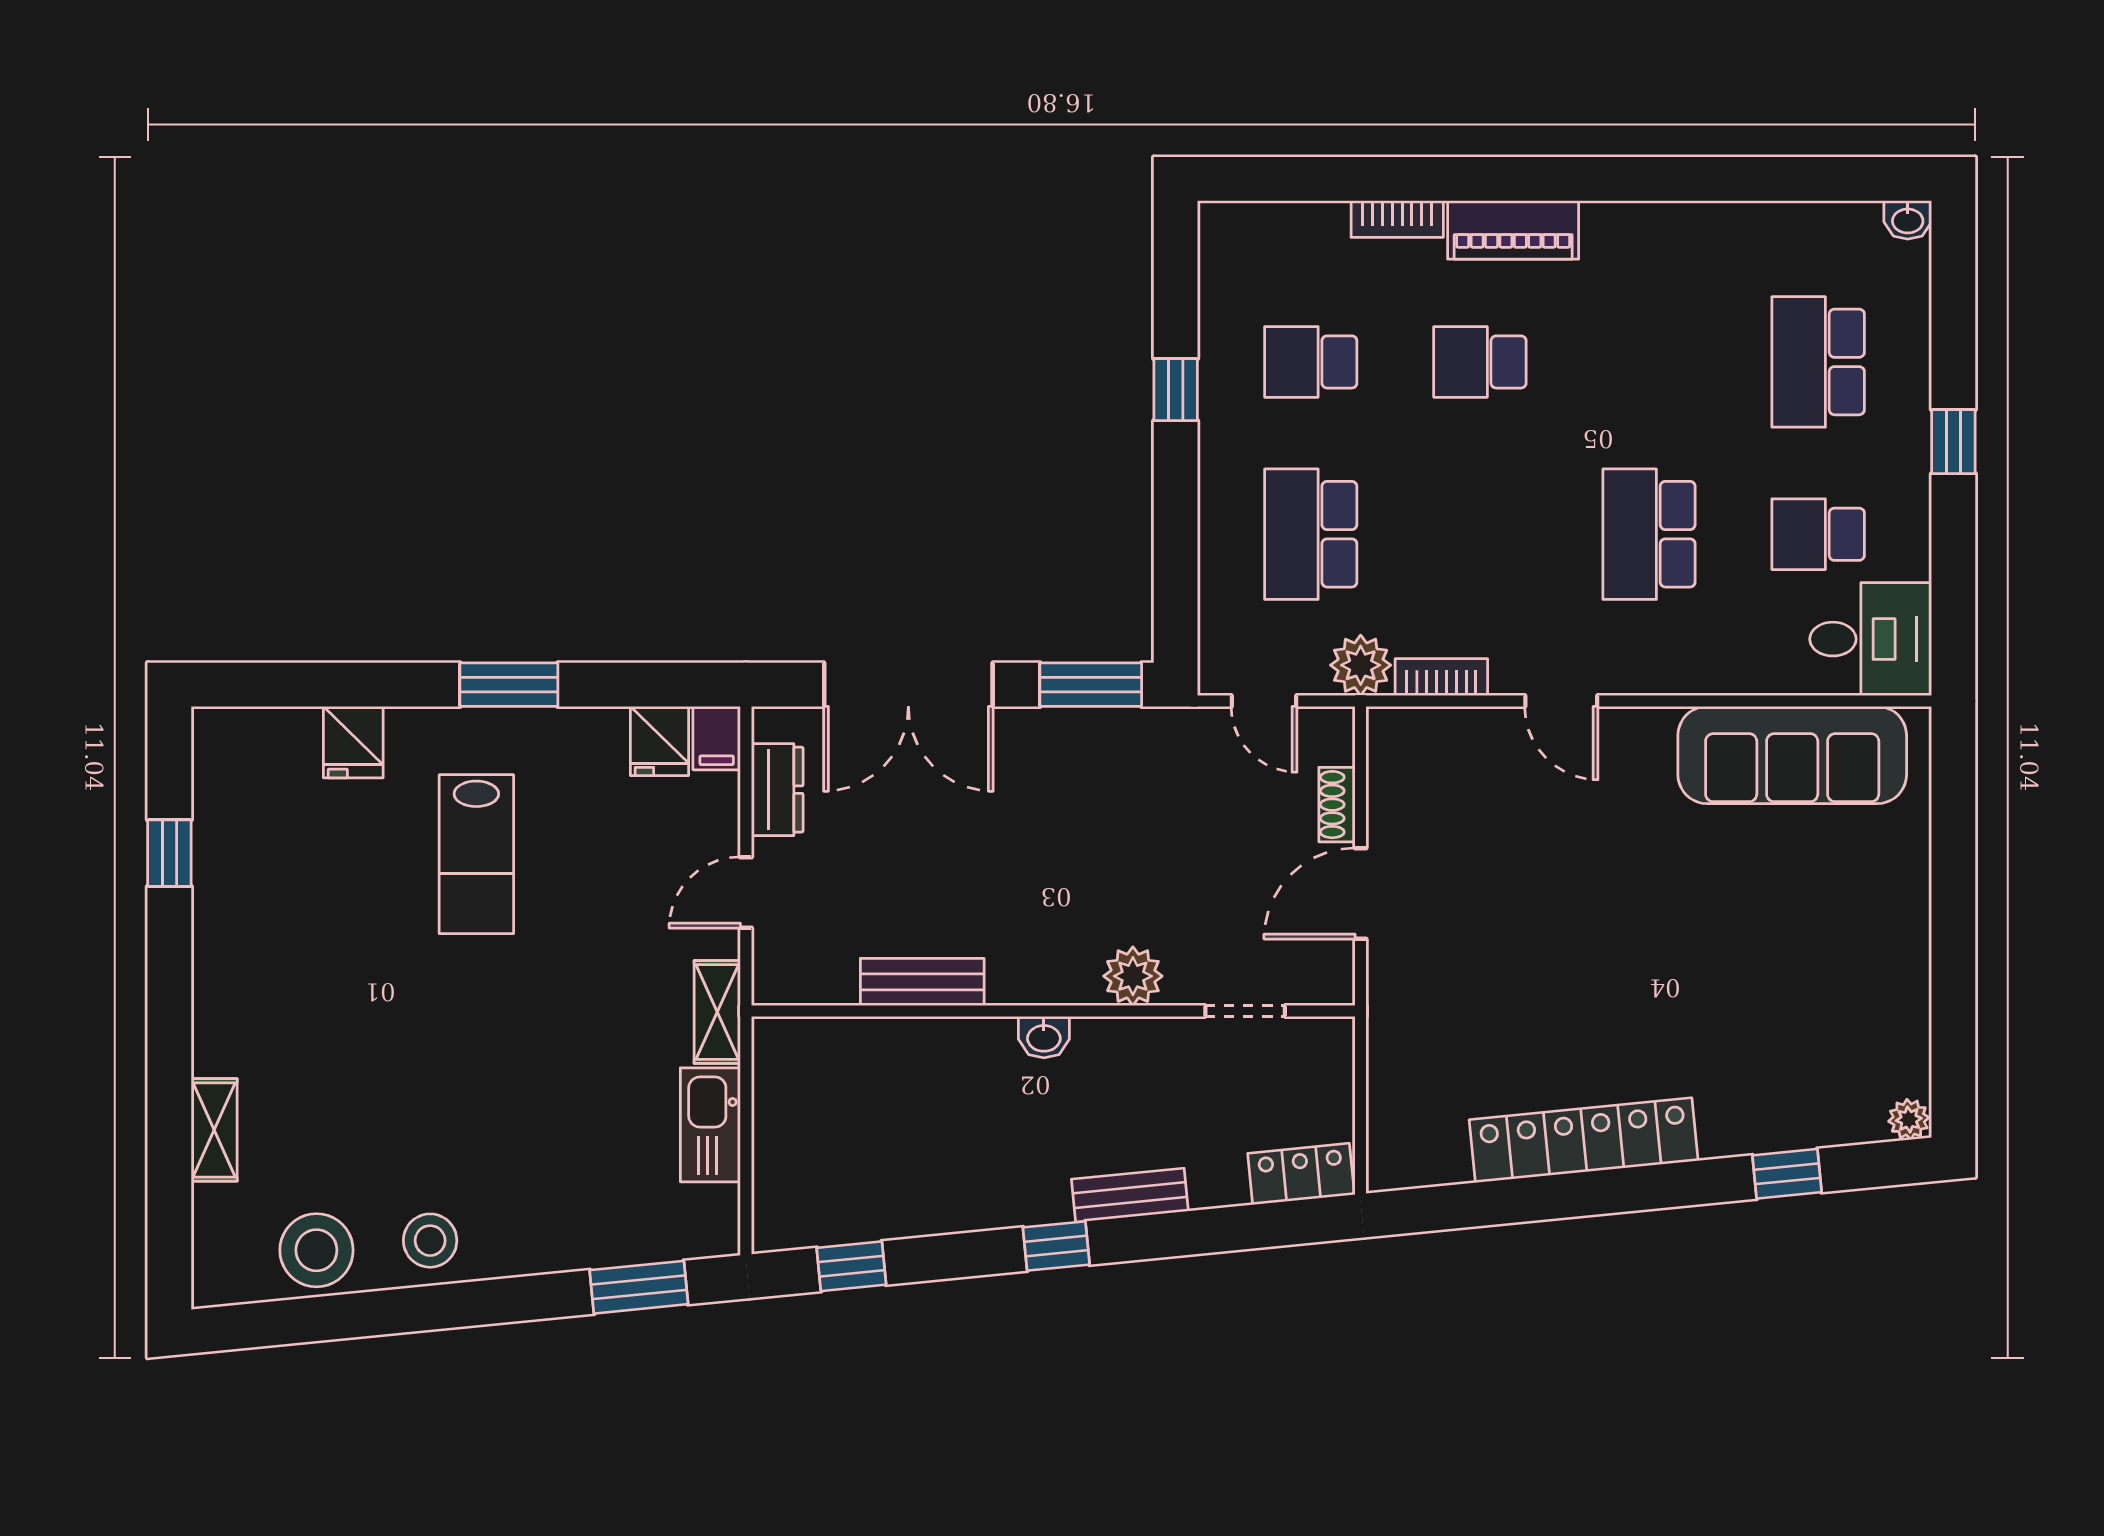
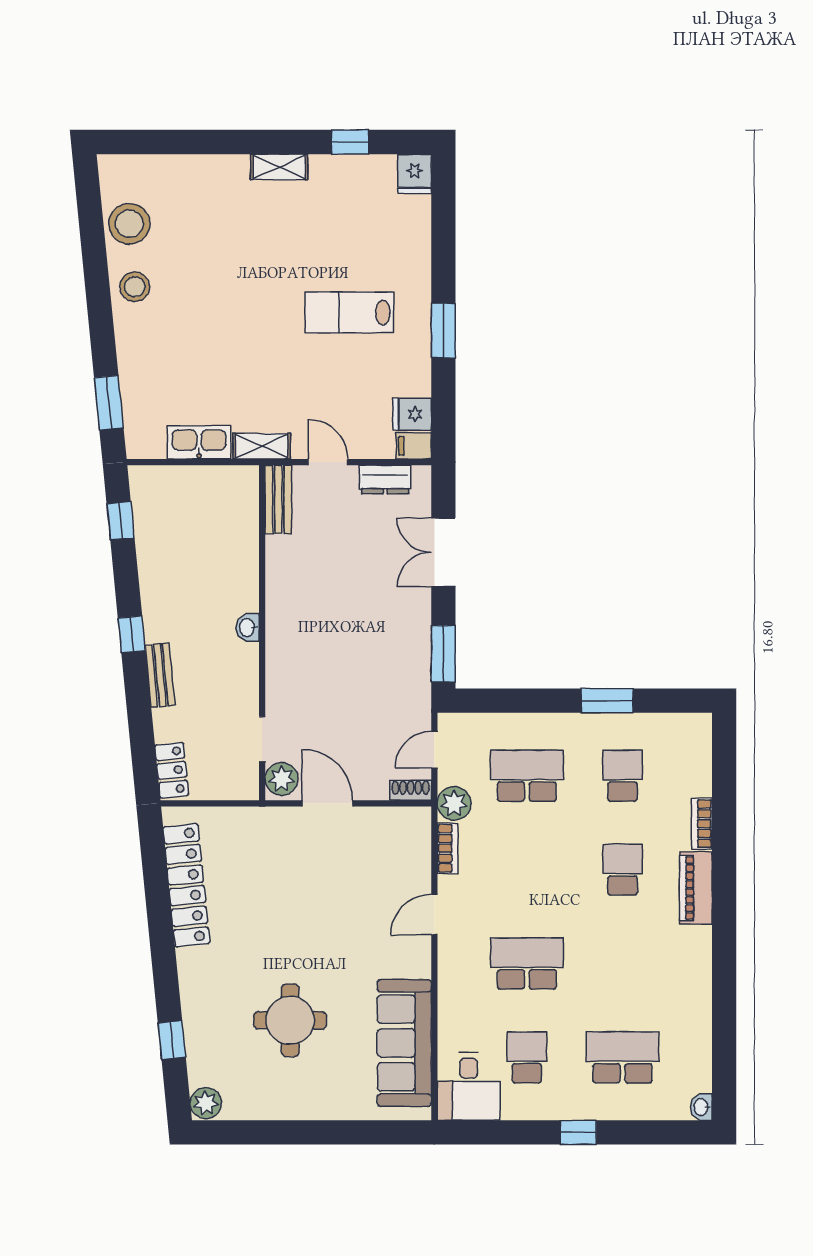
window: (1176, 390) -> (607, 701), width x1.50
double door: (908, 685) -> (443, 552), width x0.73
fridge: (353, 742) -> (415, 174), moved, turned -90
shoe rack: (1337, 805) -> (411, 790), moved
round table: (1751, 961) -> (290, 1020), added
plant: (1133, 976) -> (282, 779), moved
bench: (922, 982) -> (278, 499), moved
plant: (1909, 1119) -> (206, 1103), width x1.38, depth x1.38
shelving: (214, 1130) -> (279, 167), moved
locker: (1584, 1140) -> (186, 885), moved

